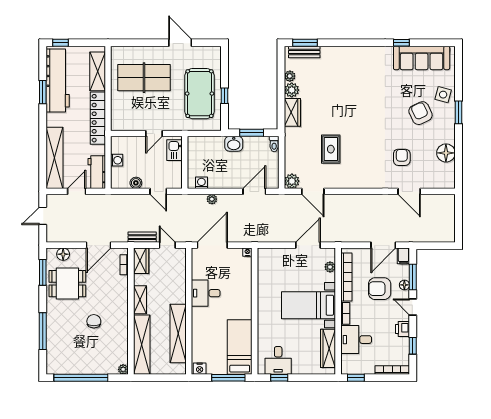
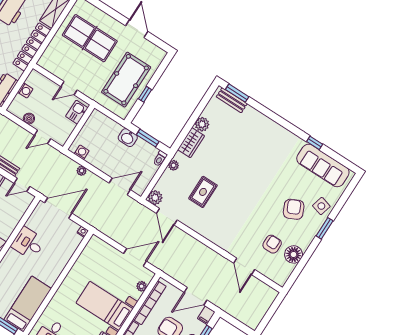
plant: (290, 76) -> (174, 165), moved
armchair: (402, 157) -> (272, 244), moved
door: (158, 191) -> (43, 137), hinge flipped
door: (167, 245) -> (22, 185), swing flipped

